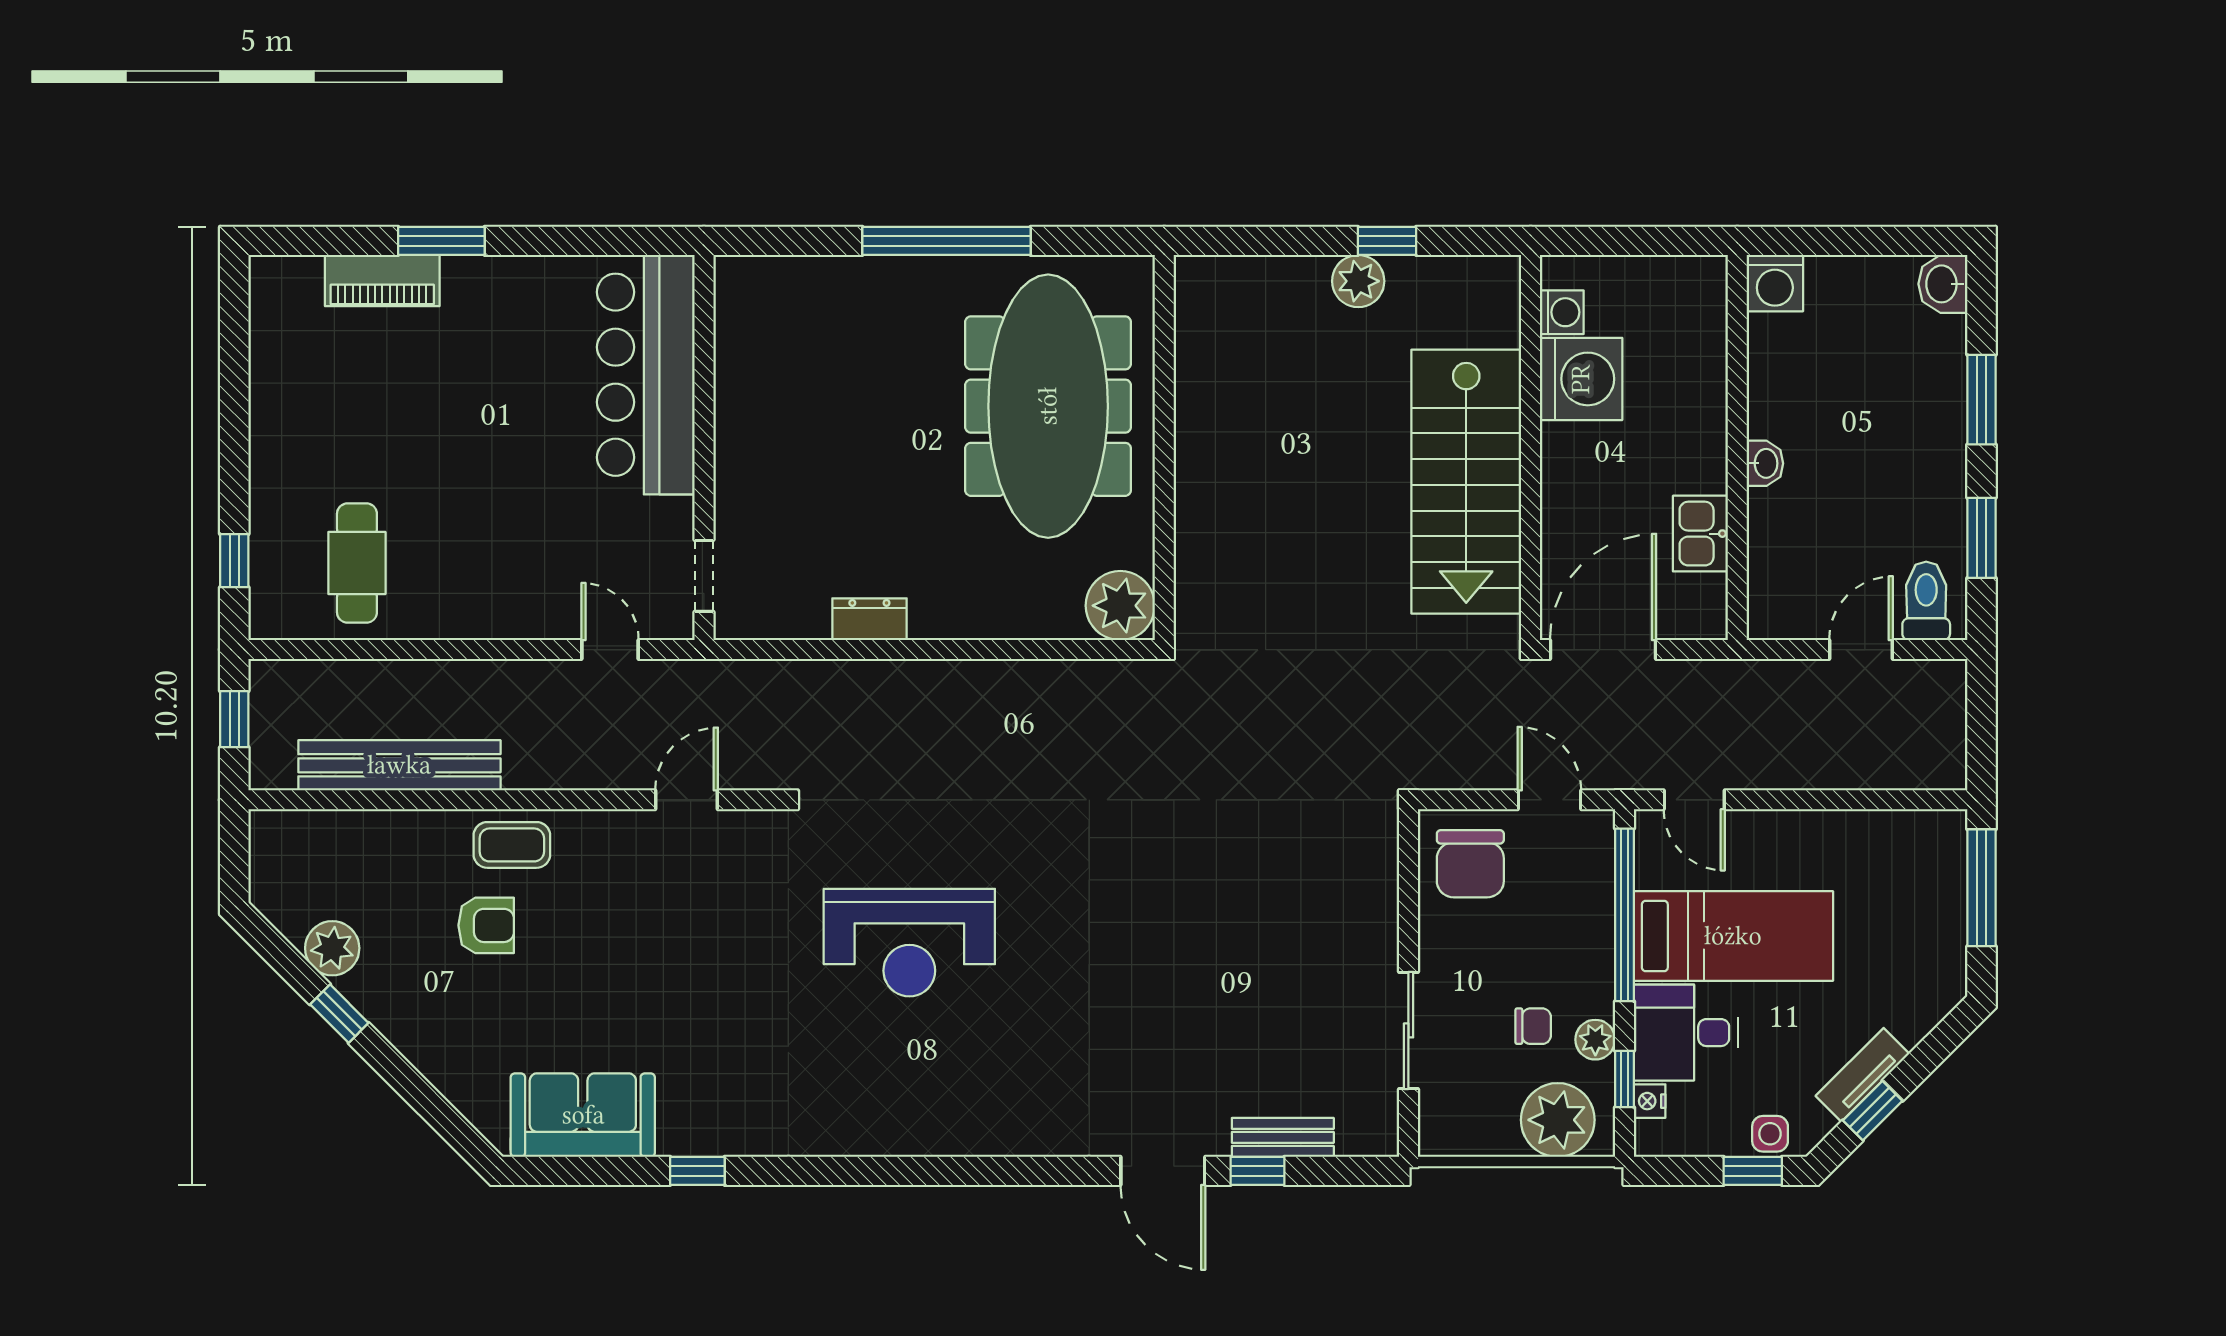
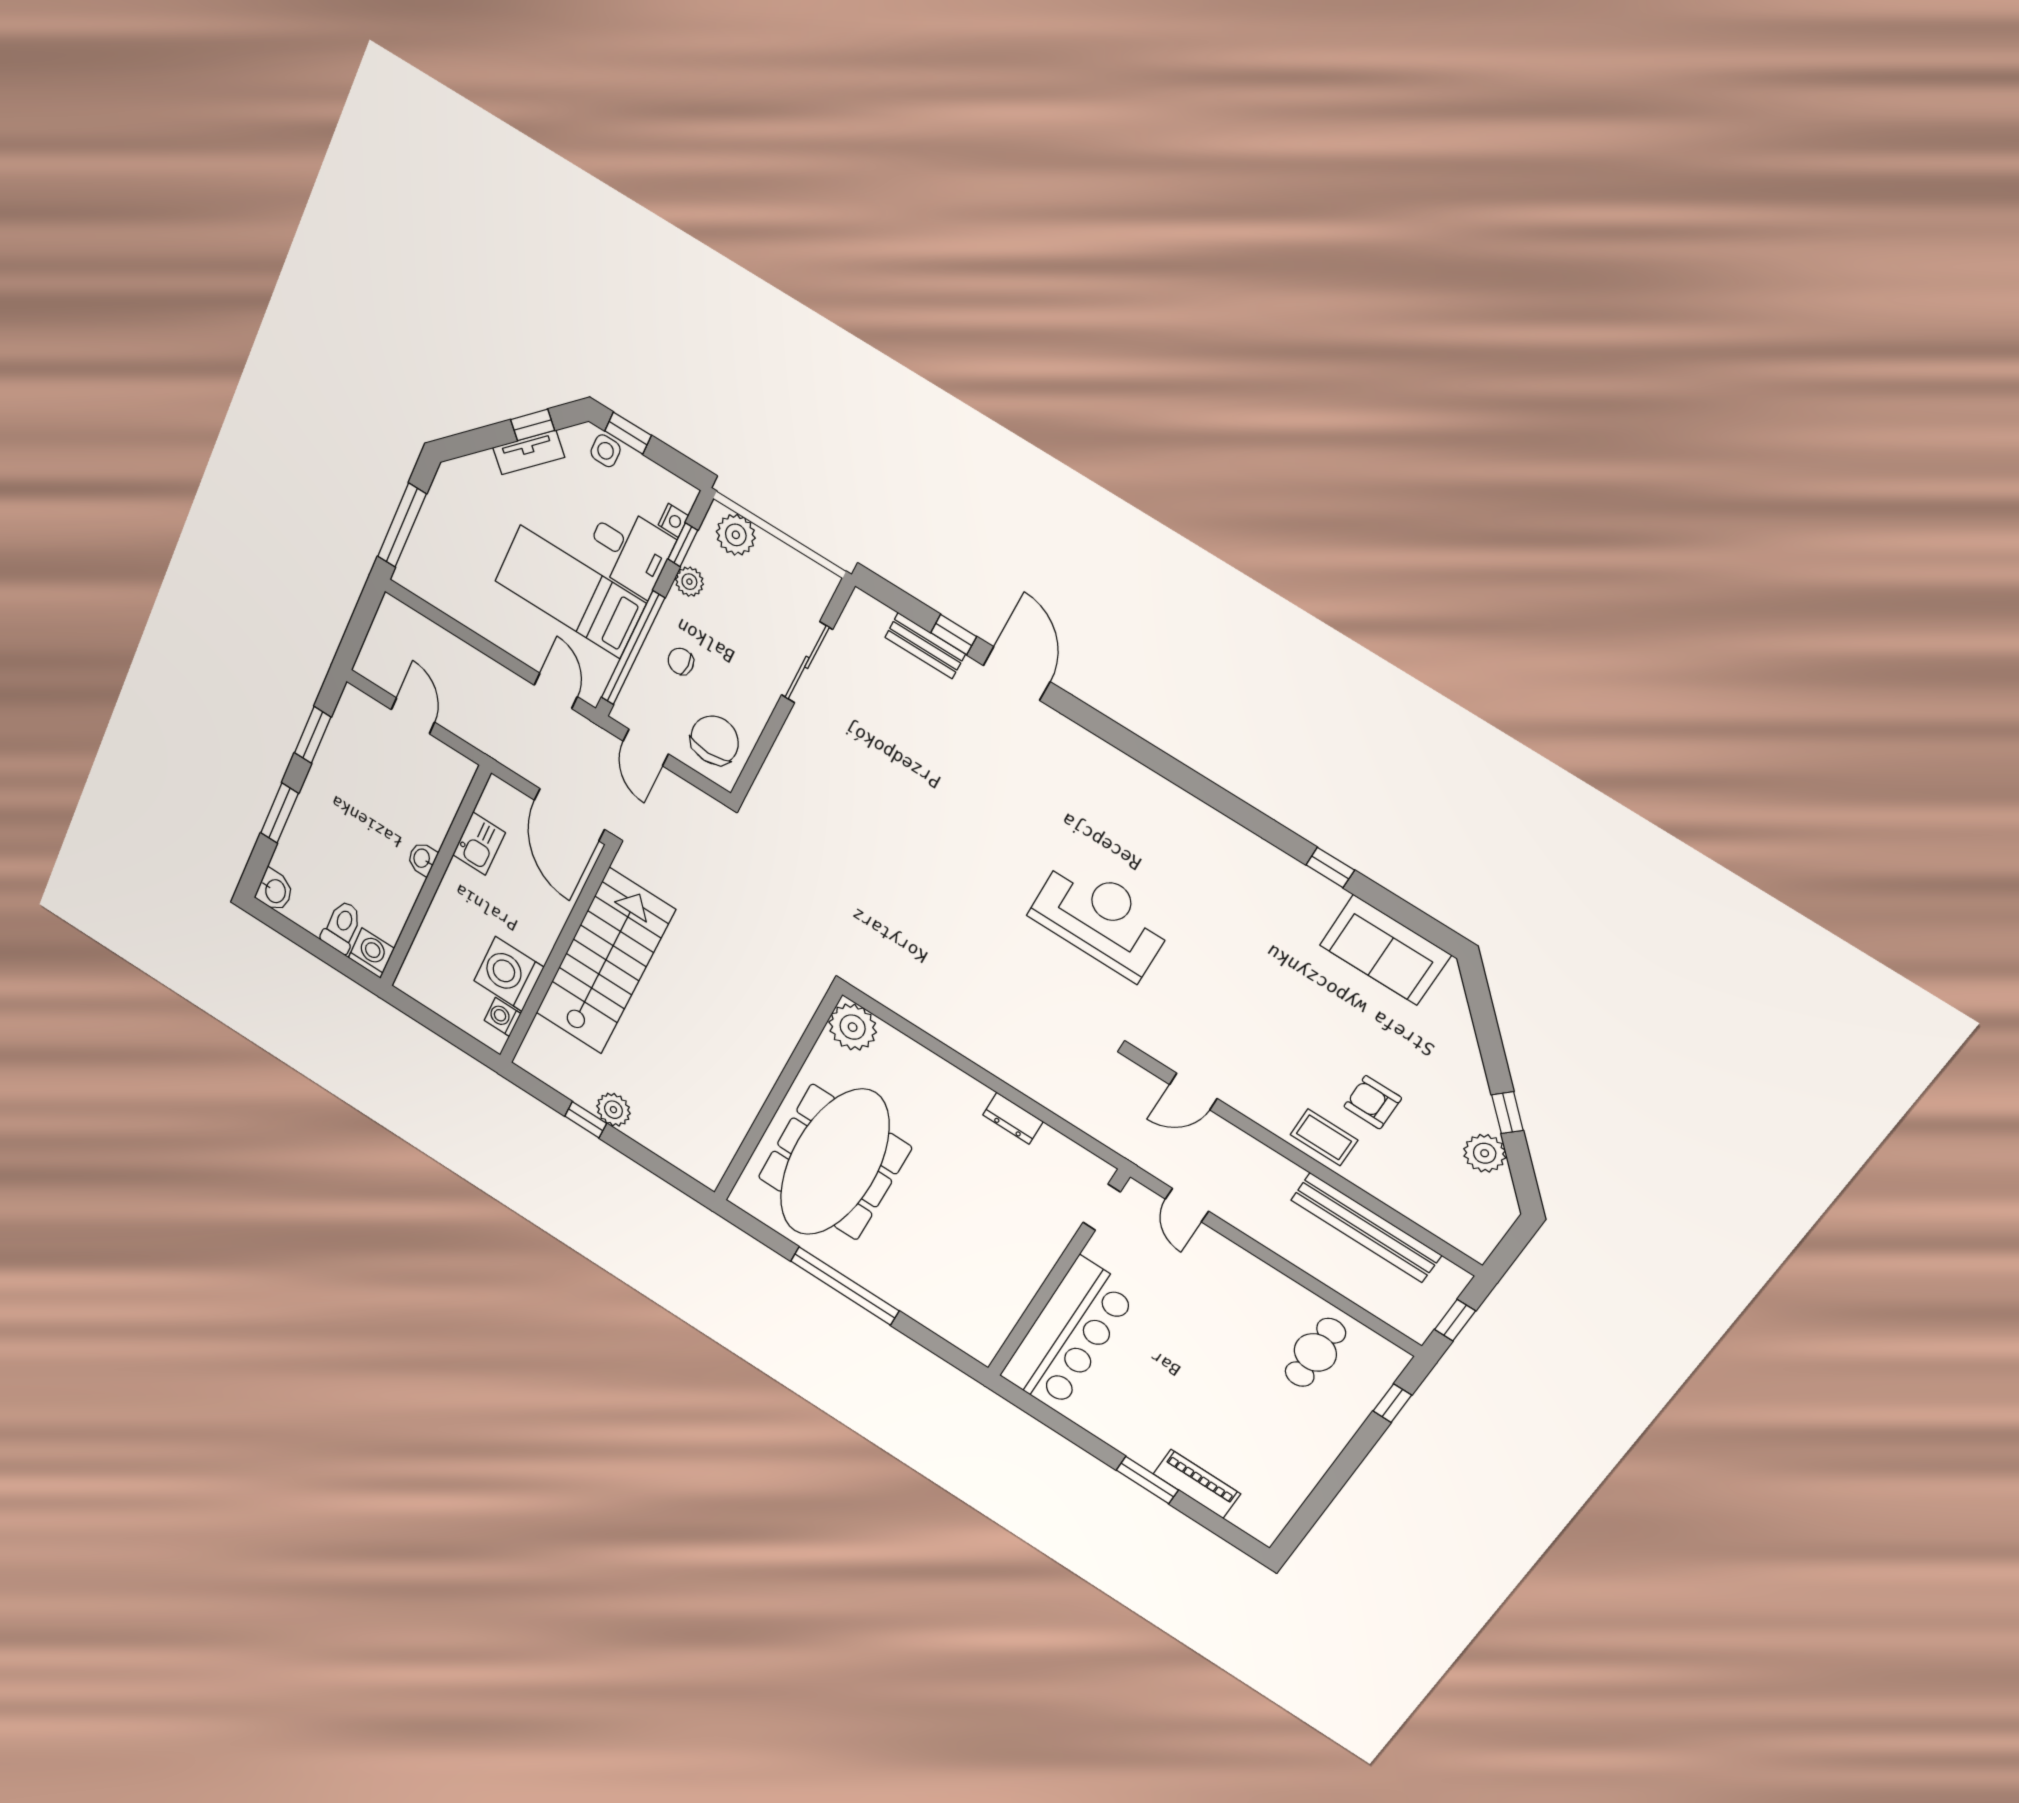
toilet: (1926, 601) -> (342, 926), moved, turned 180
door: (1603, 650) -> (569, 815), hinge flipped
door: (1861, 650) -> (413, 716), swing flipped
chair: (1533, 1026) -> (681, 661), moved
plant: (1558, 1120) -> (736, 535), width x0.73, depth x0.73

